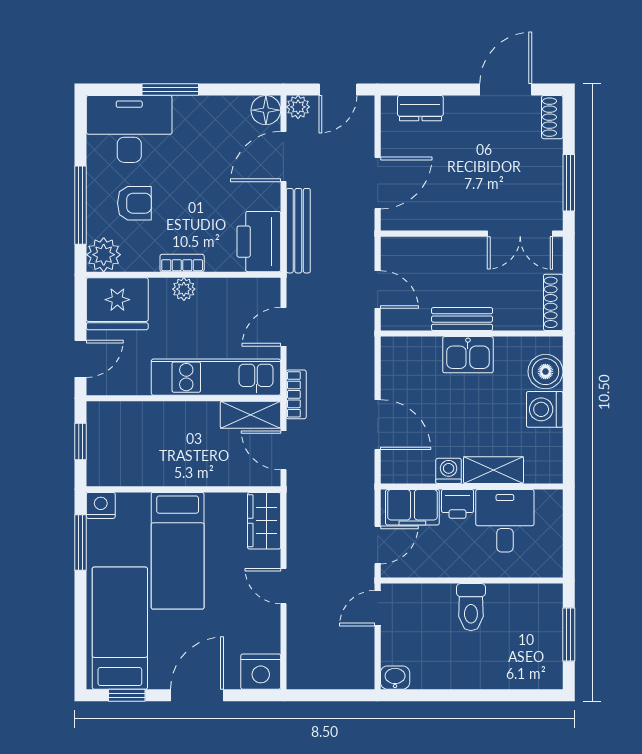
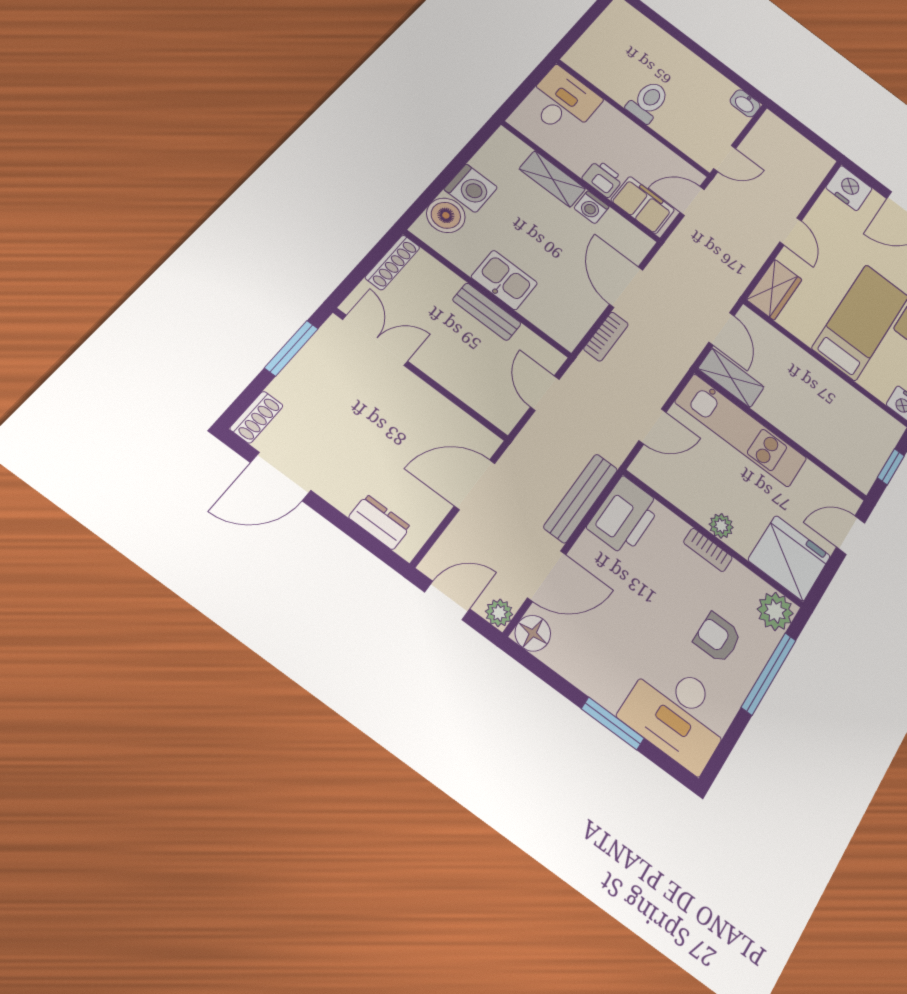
bookcase: (296, 394) -> (606, 337), moved, turned 180
desk: (505, 521) -> (563, 102), moved, turned 180
window: (569, 634) -> (583, 24), removed

